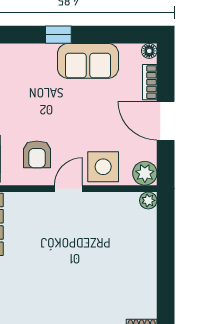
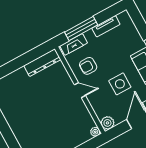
side table: (103, 167) -> (120, 84), moved

